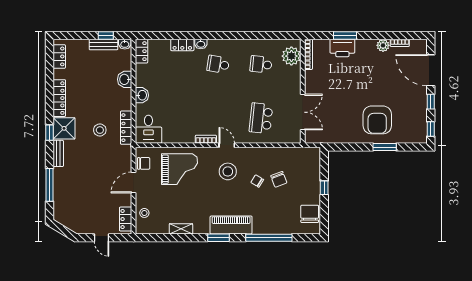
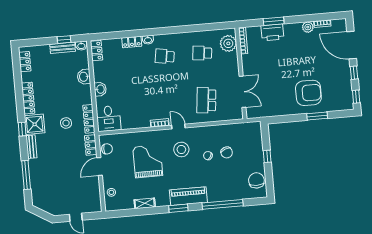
armchair: (377, 120) -> (308, 93), turned -90
grand piano: (180, 169) -> (148, 161), moved, turned -90
locker: (126, 219) -> (91, 145), moved

